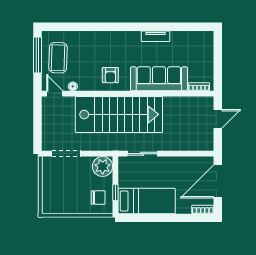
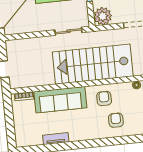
tv unit: (155, 36) -> (56, 139), moved
armchair: (100, 50) -> (116, 120), added

